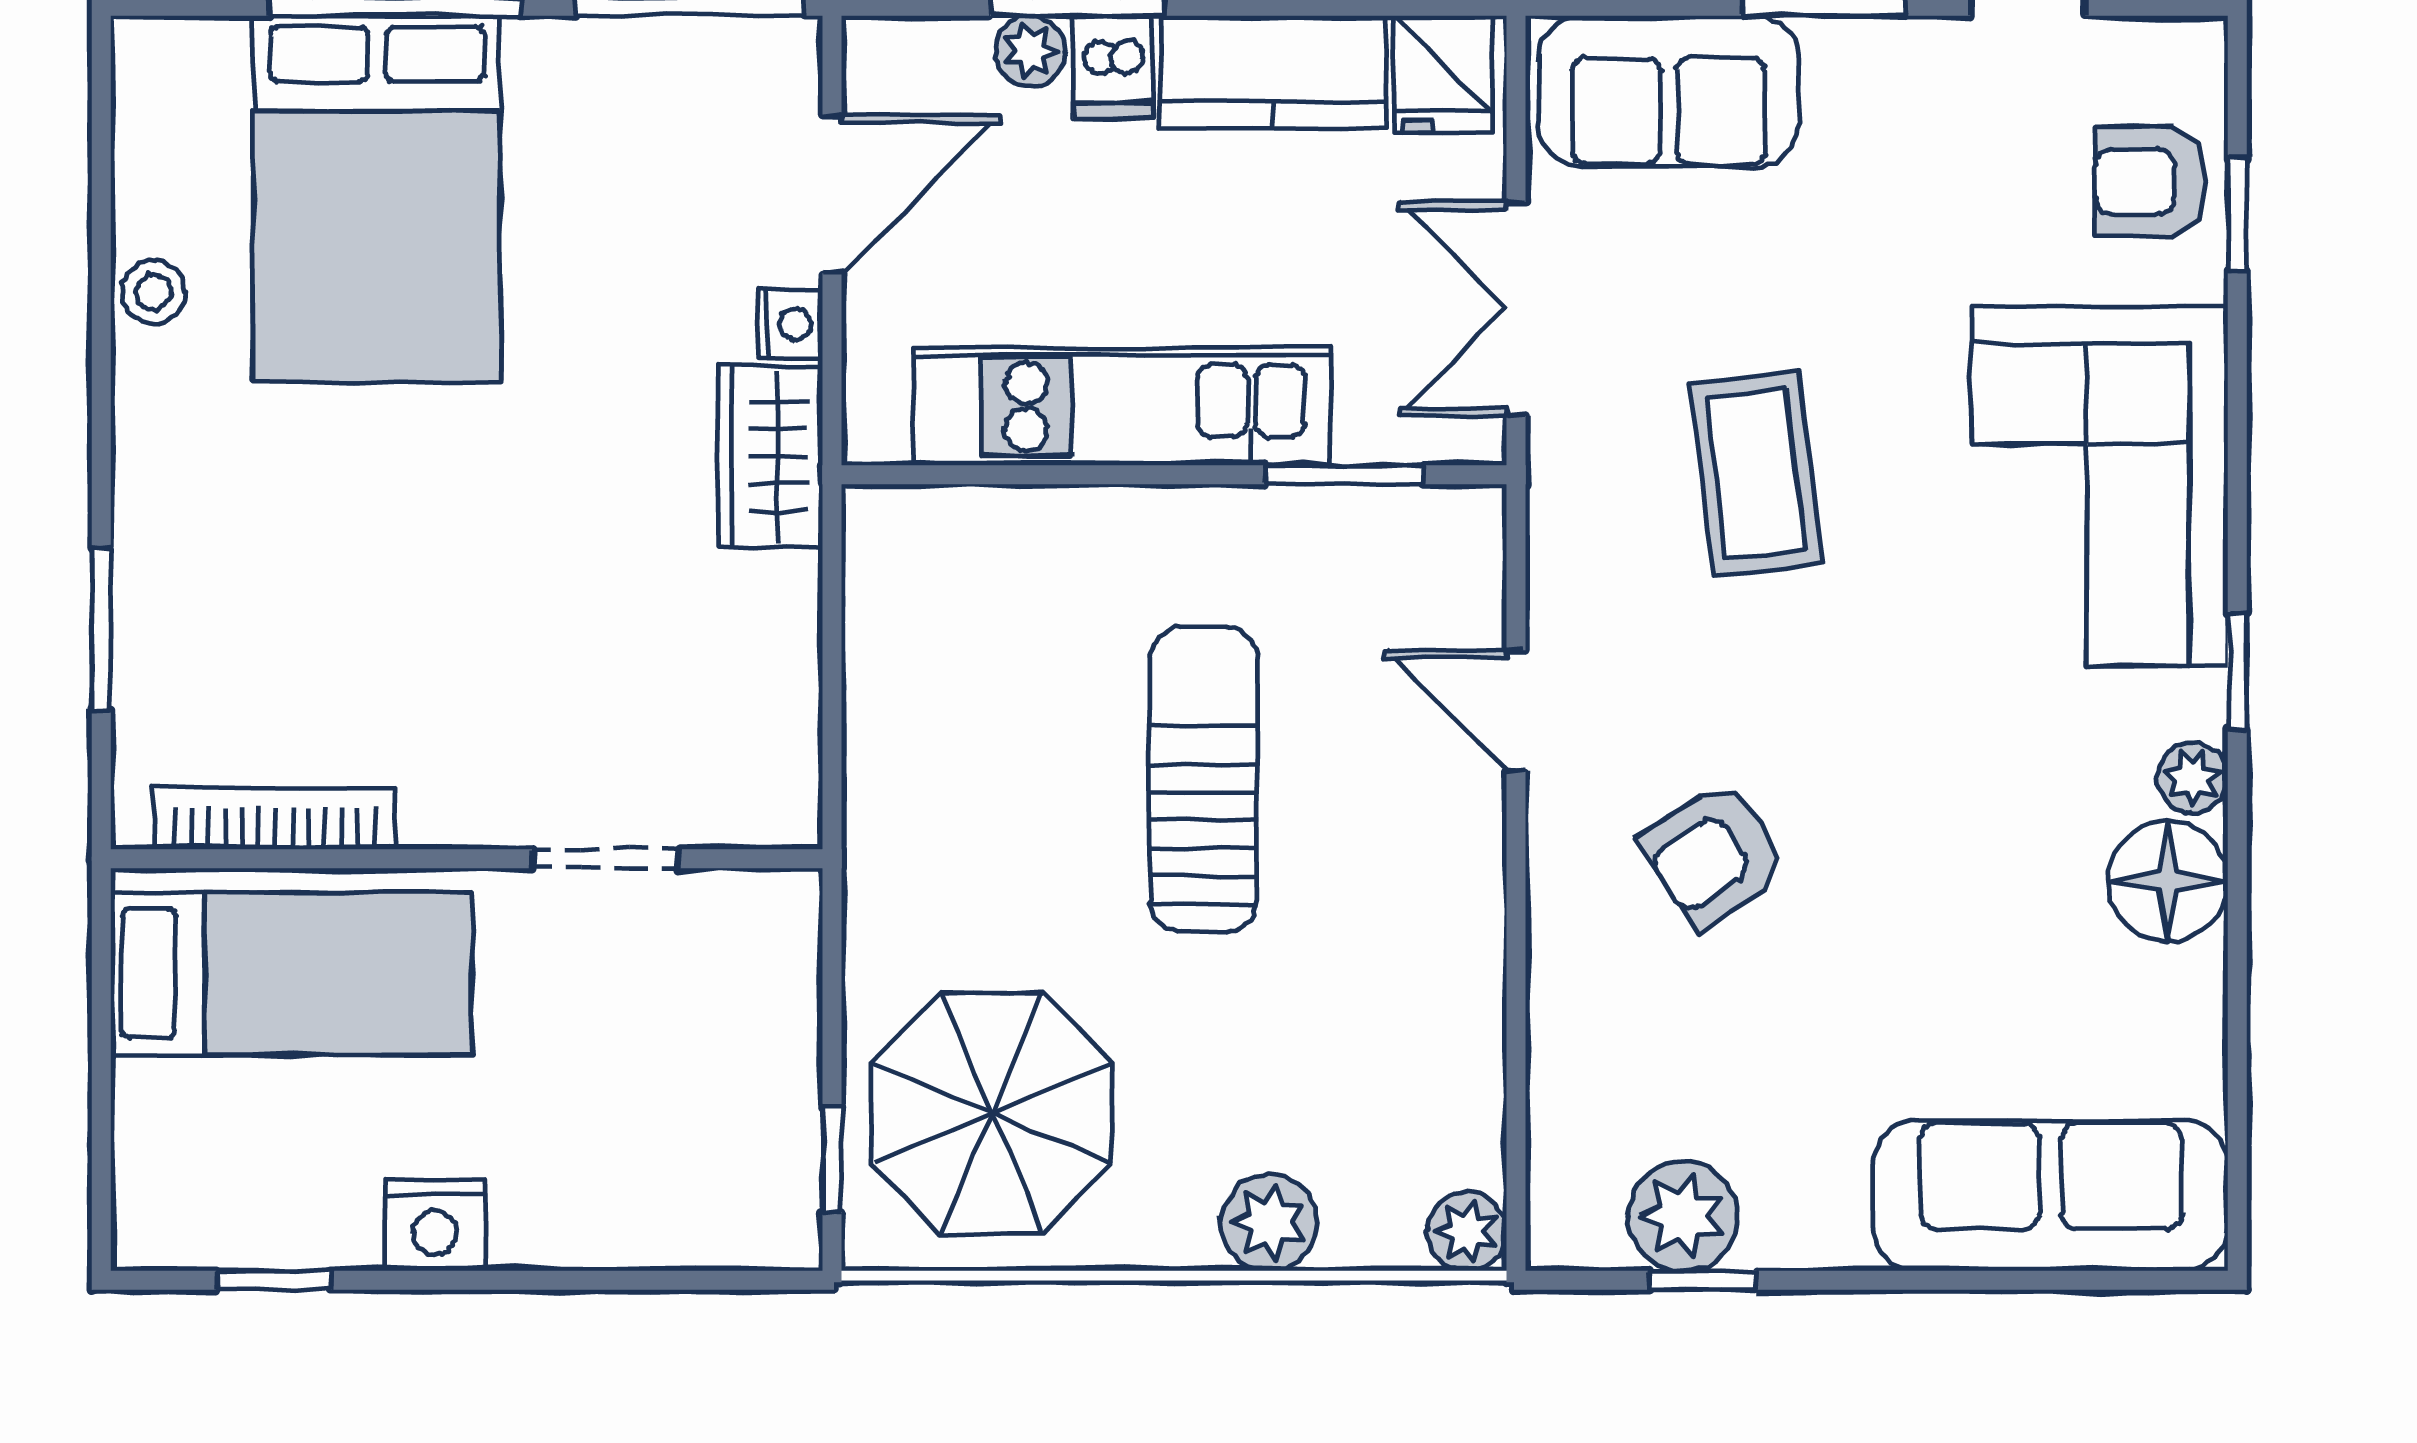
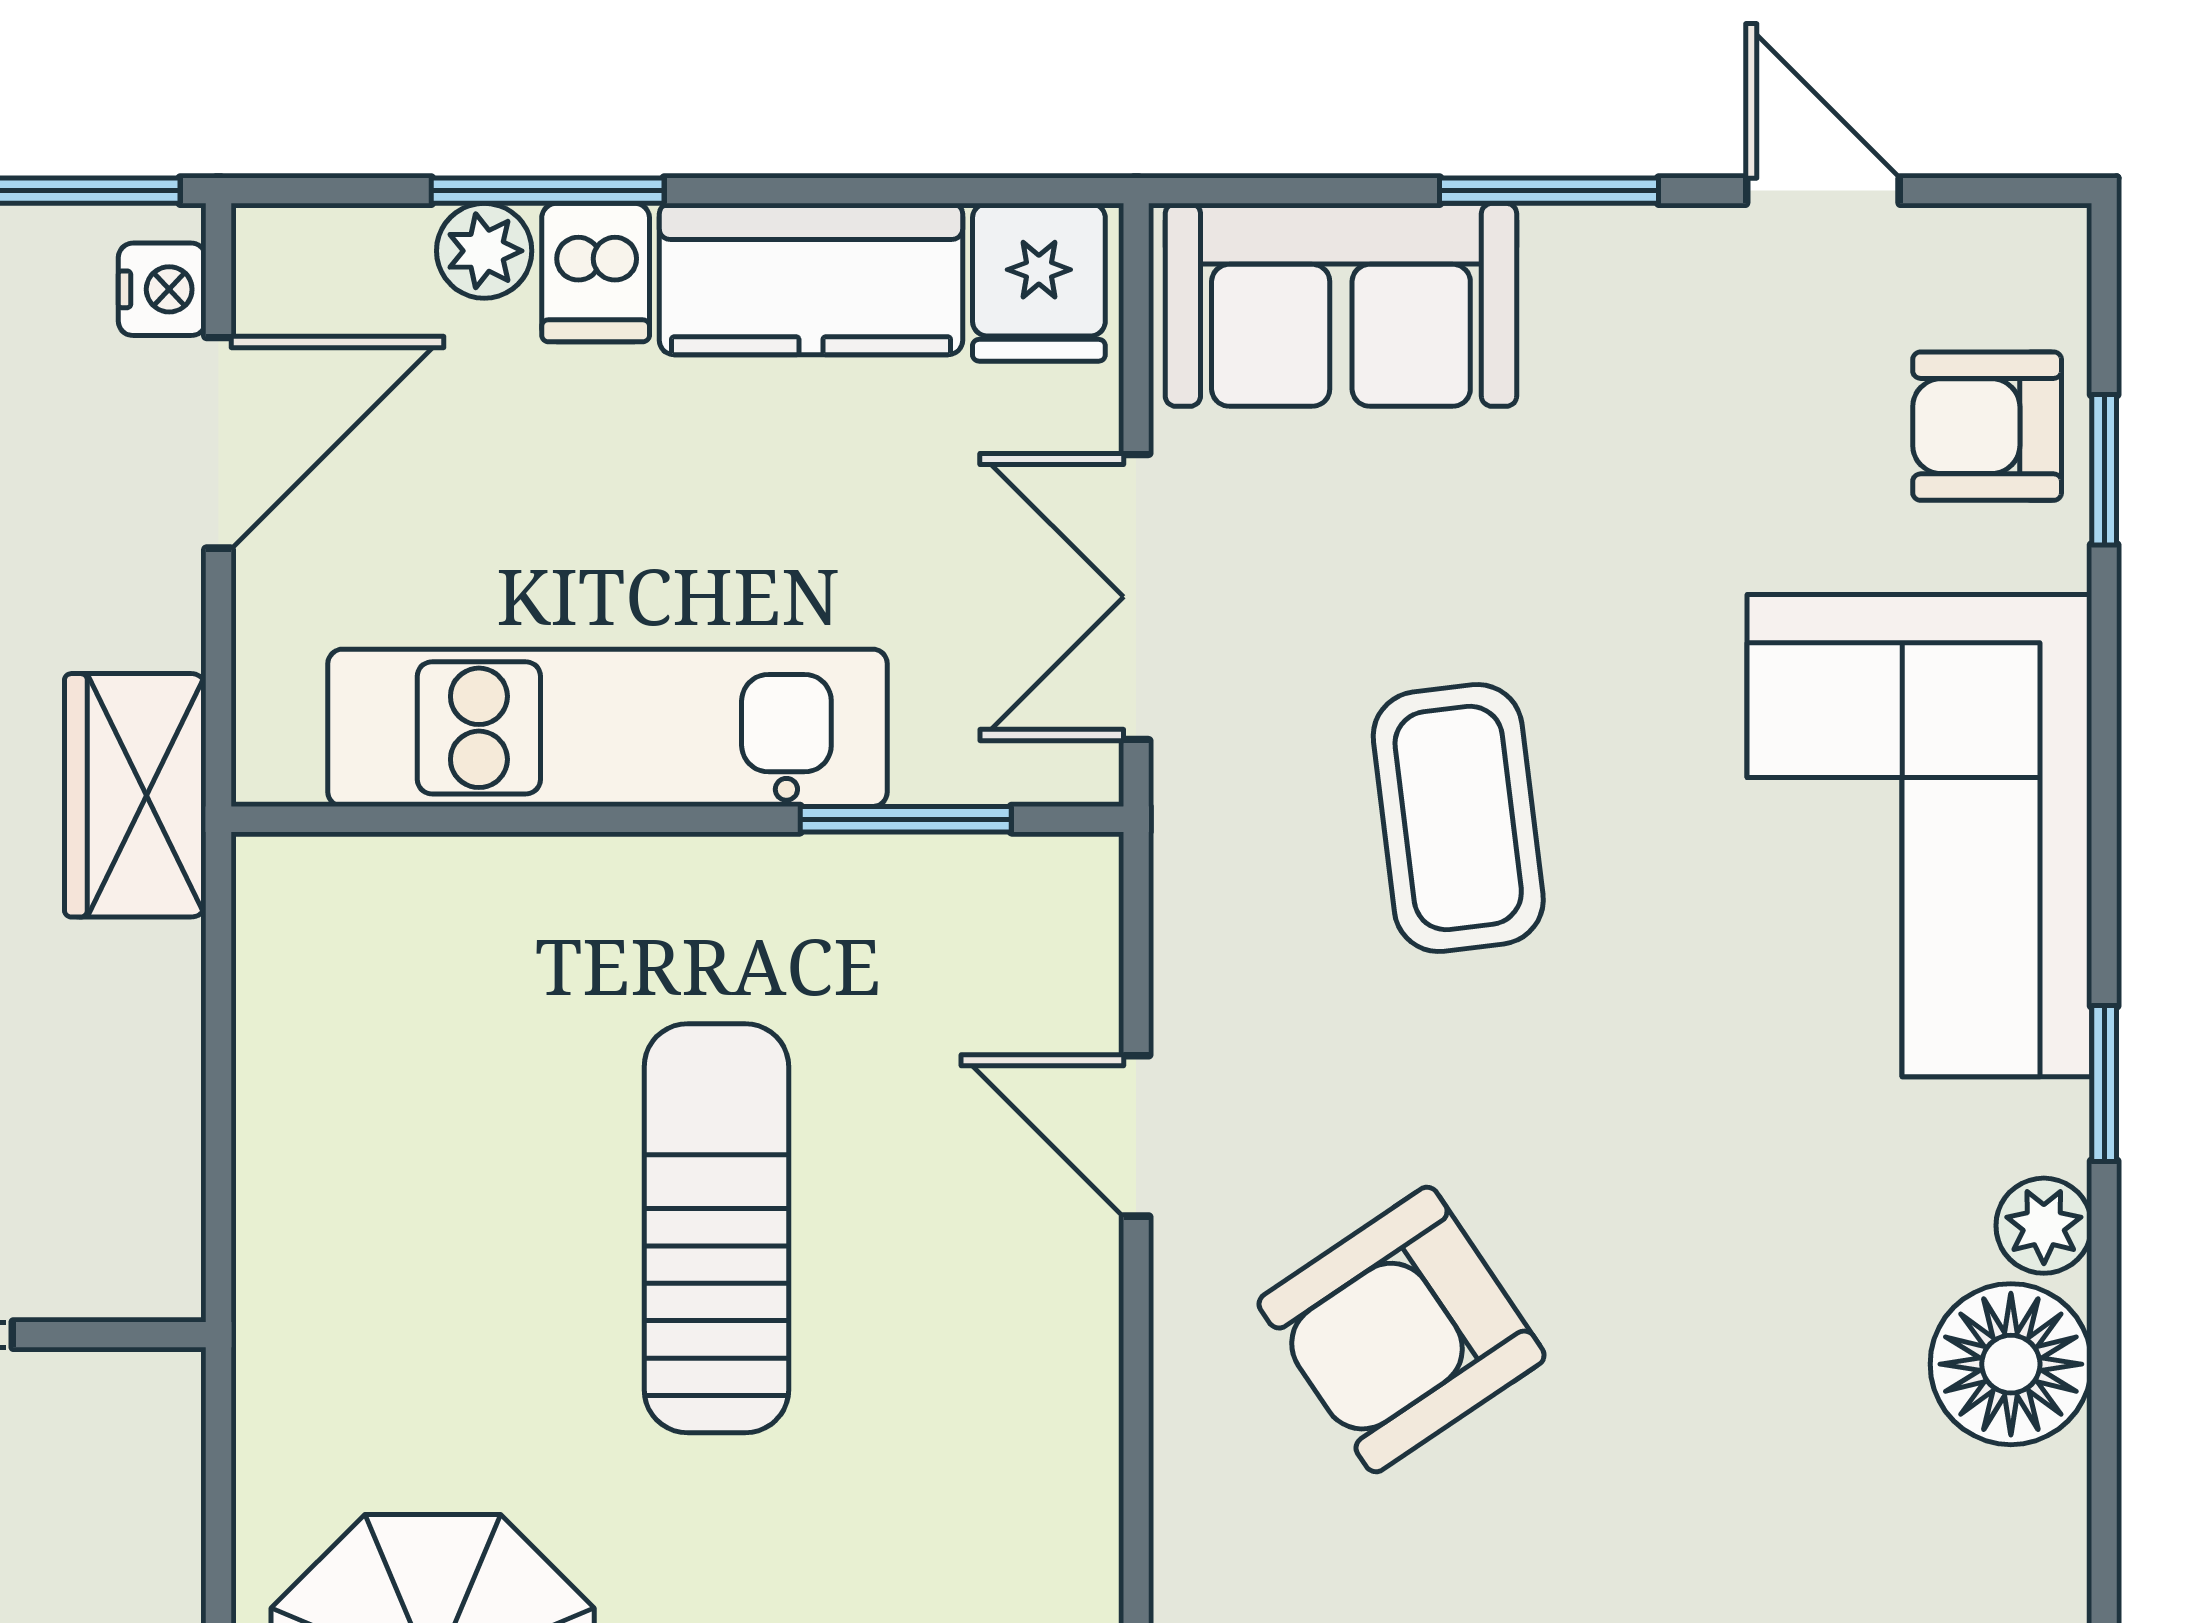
nightstand: (790, 324) -> (162, 289), moved
armchair: (1714, 855) -> (1402, 1330), width x1.38, depth x1.38

